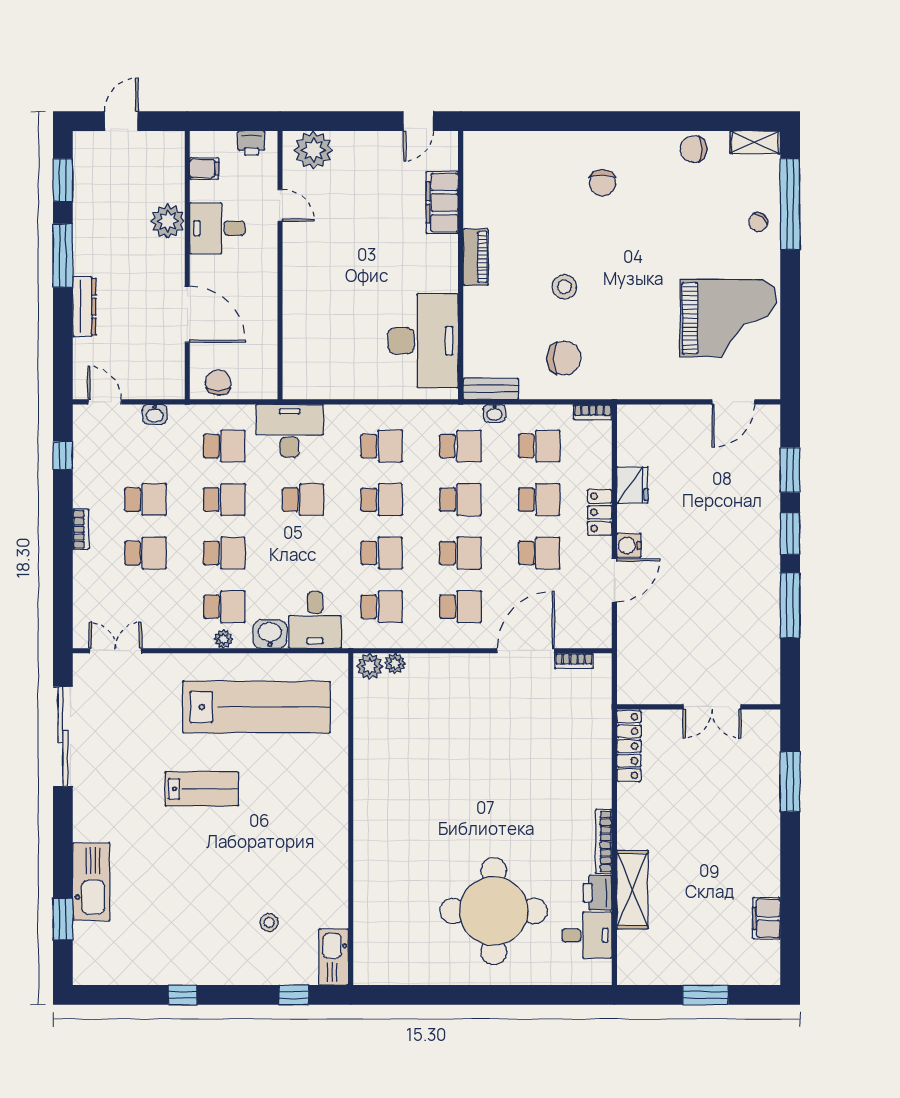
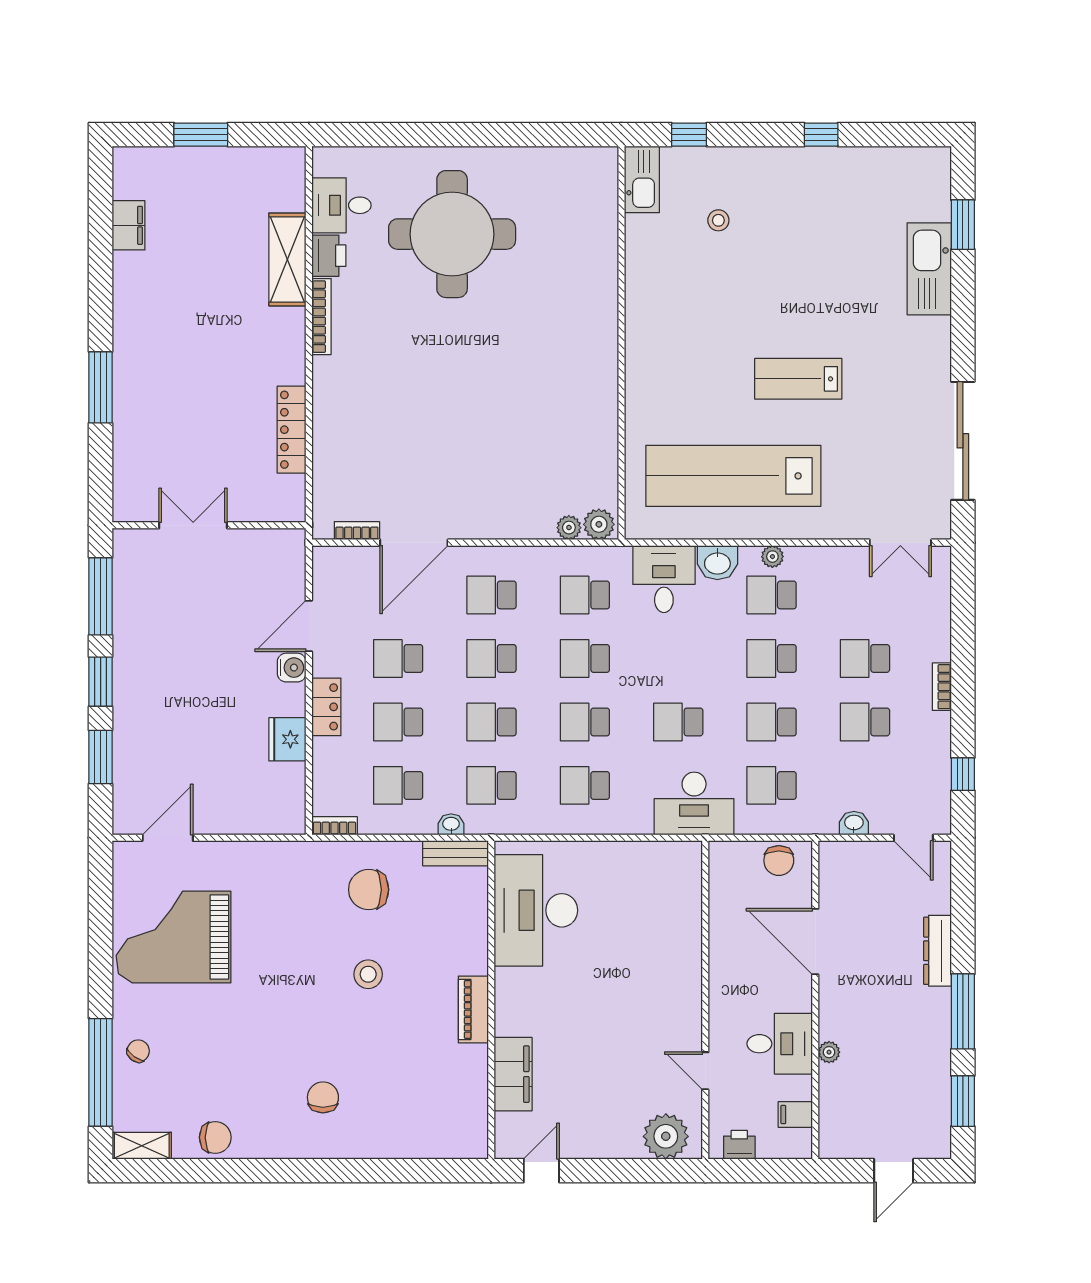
plant: (168, 221) -> (829, 1052), width x0.53, depth x0.53
wall: (699, 707) -> (209, 525), moved
double door: (712, 707) -> (193, 525), moved

